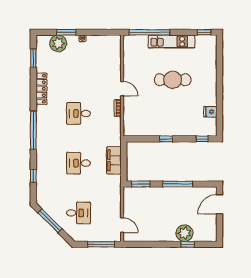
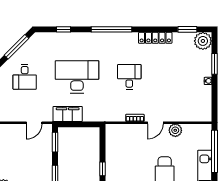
plant: (58, 43) -> (203, 41), moved
plant: (129, 70) -> (175, 130), added
filing cabinet: (114, 160) -> (68, 114), moved
desk: (79, 163) -> (77, 77), width x1.87, depth x1.30
door: (122, 225) -> (34, 123), moved

